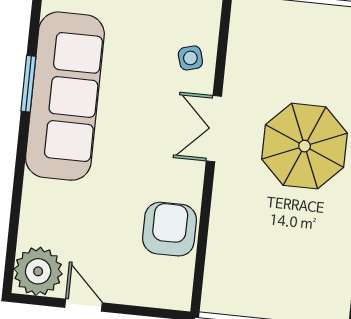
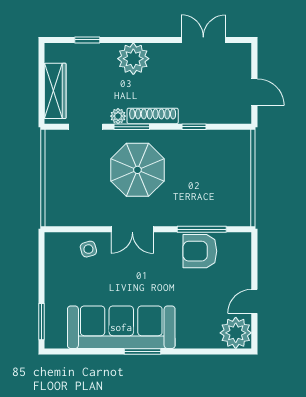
window: (28, 84) -> (142, 352), moved
window: (203, 236) -> (202, 229), added

